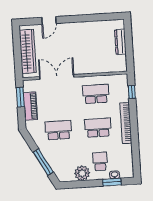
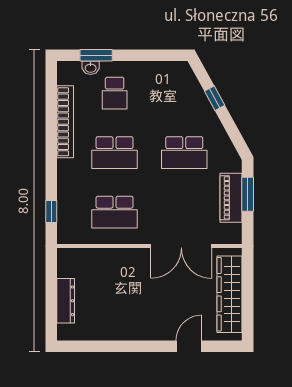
window: (20, 97) -> (248, 194), moved
bookcase: (126, 123) -> (65, 122), moved
window: (43, 162) -> (215, 98), width x0.46
plant: (82, 173) -> (147, 74), removed

